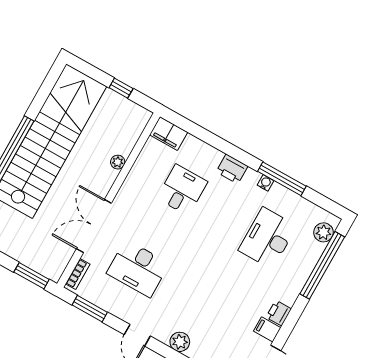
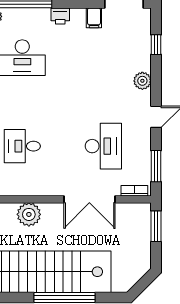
plant: (118, 162) -> (29, 214), width x1.88, depth x1.88
printer: (279, 313) -> (60, 16), moved

